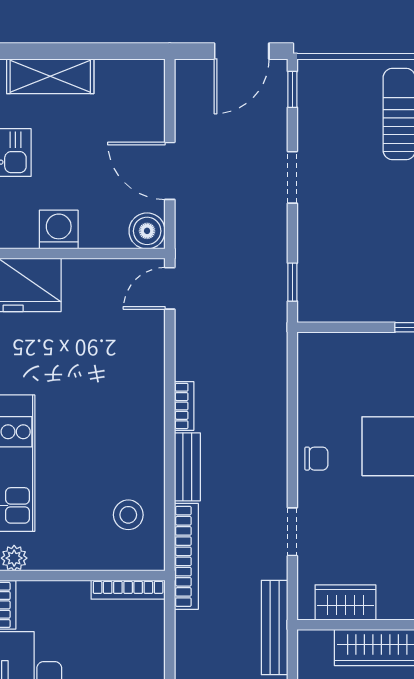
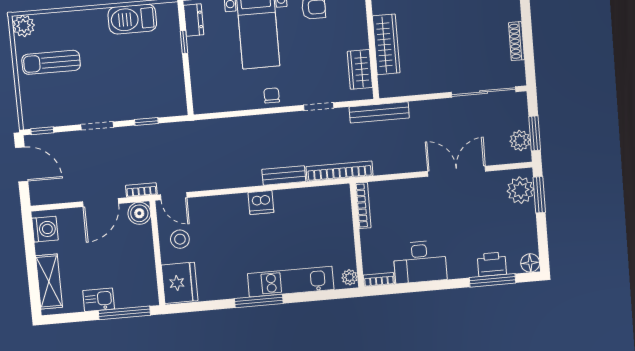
washing machine: (59, 230) -> (45, 229), moved, turned 180
window: (292, 282) -> (146, 122), moved
bookcase: (184, 406) -> (141, 190), moved
dishwasher: (147, 427) -> (261, 202), added
stool: (128, 515) -> (180, 239), moved

